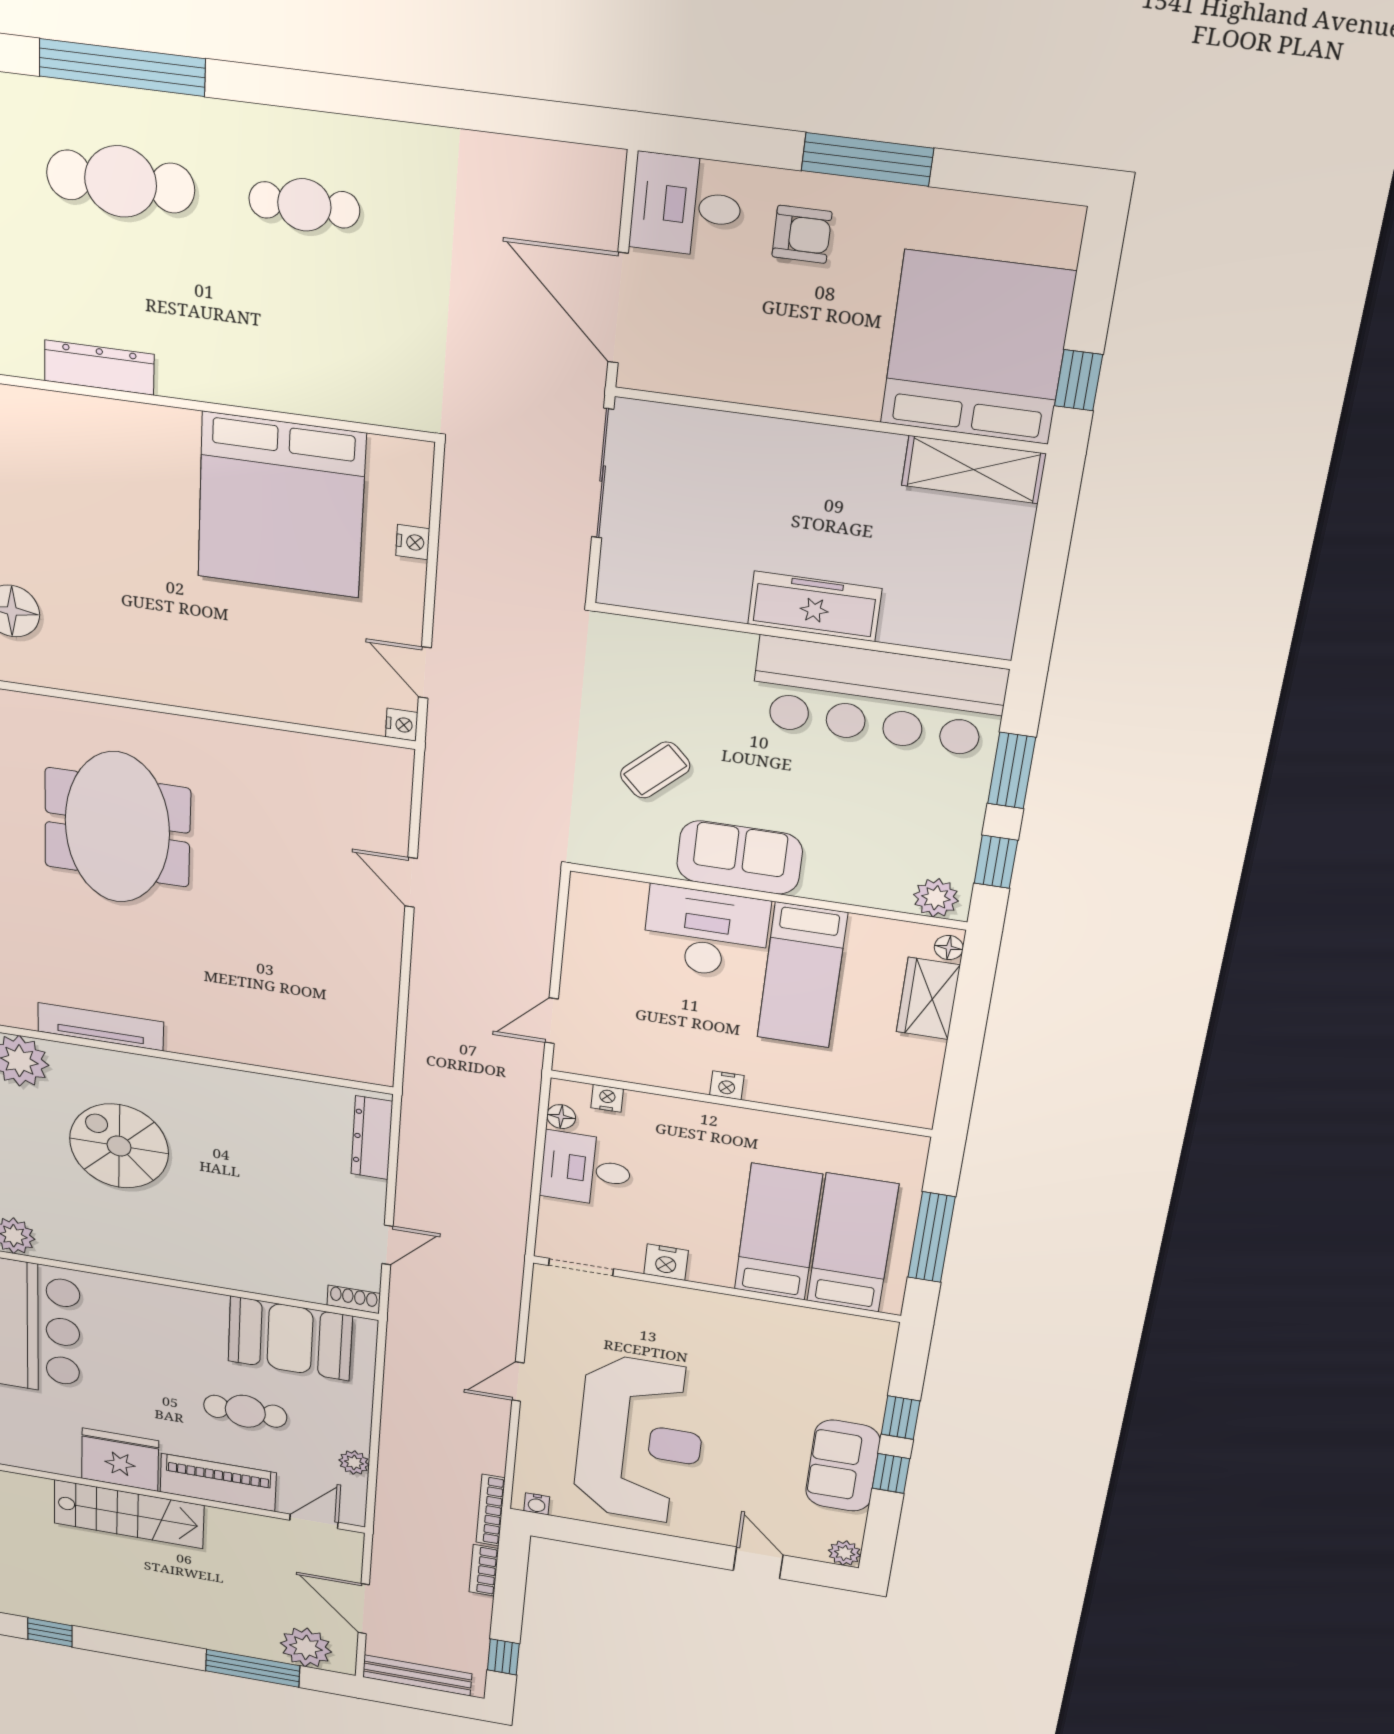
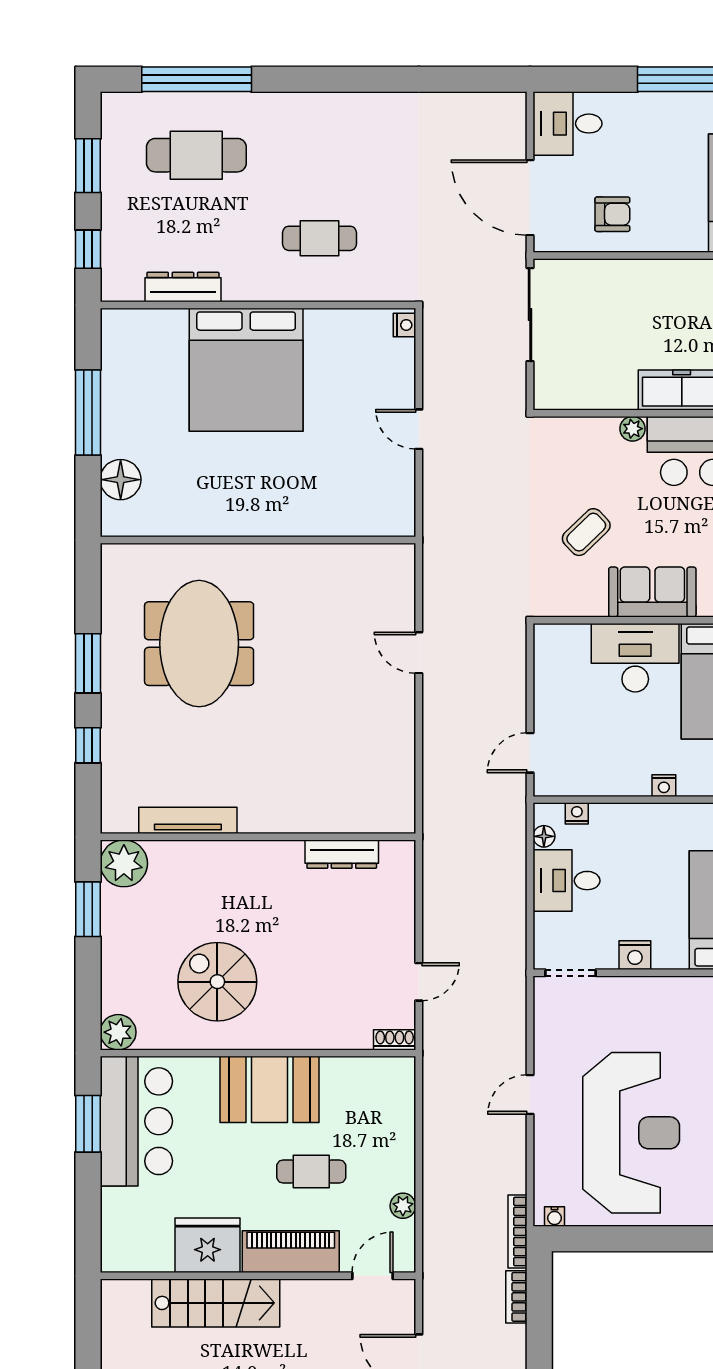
cafe table: (304, 205) -> (319, 238), moved
armchair: (802, 234) -> (612, 214), moved
bed: (281, 505) -> (246, 370), moved
nightstand: (413, 542) -> (404, 325), moved
plant: (736, 647) -> (633, 429), added
door: (425, 673) -> (419, 429), moved
nightstand: (402, 725) -> (405, 525), removed
dresser: (372, 1138) -> (342, 854), moved, turned -90
spiral stairs: (119, 1146) -> (217, 982), moved
booth: (290, 1339) -> (269, 1089), moved

